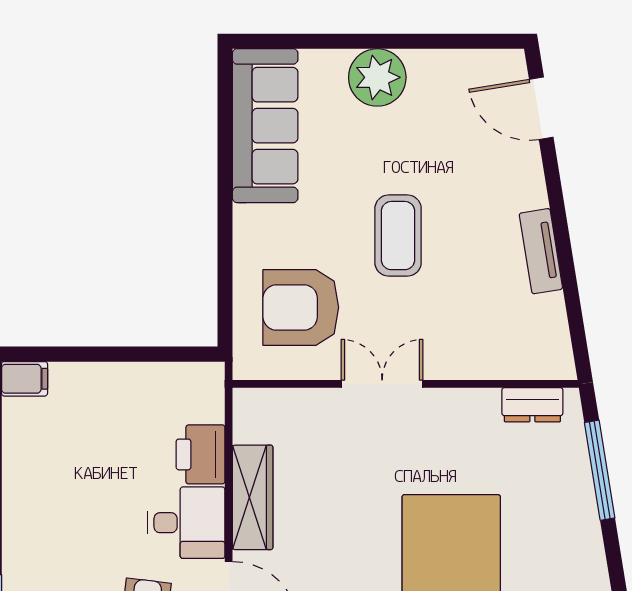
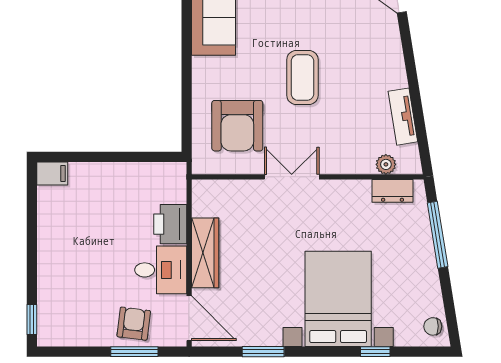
tv unit: (541, 251) -> (403, 117), moved
armchair: (301, 307) -> (237, 126), turned -90
plant: (523, 365) -> (386, 164), added

